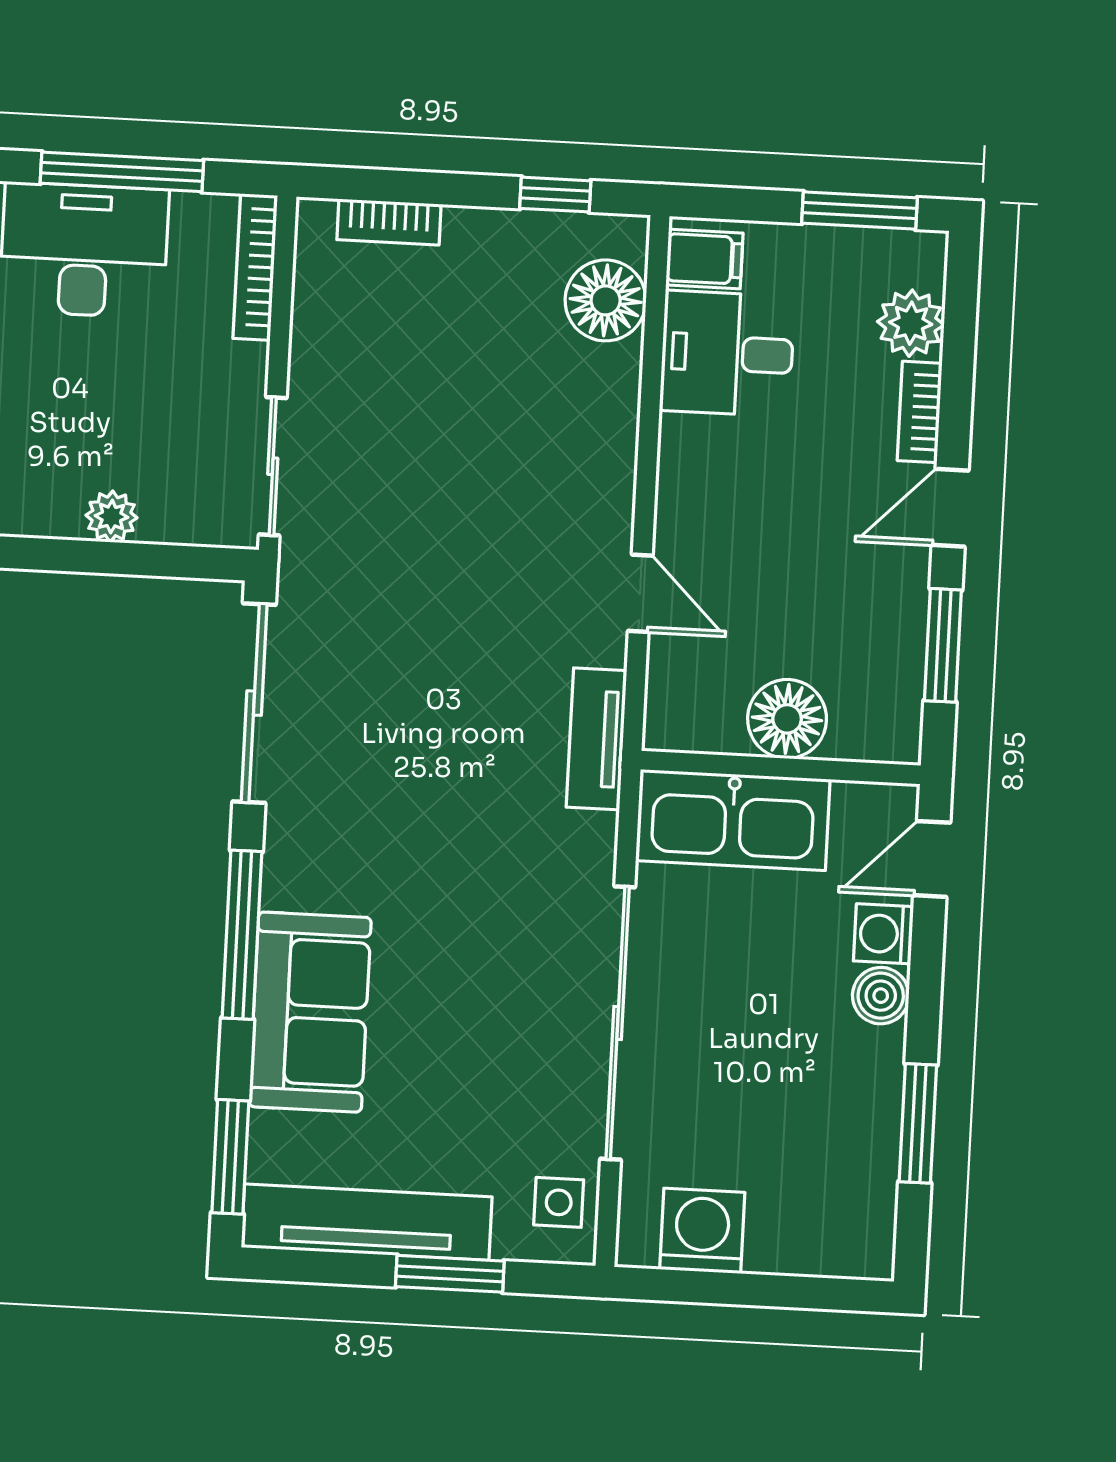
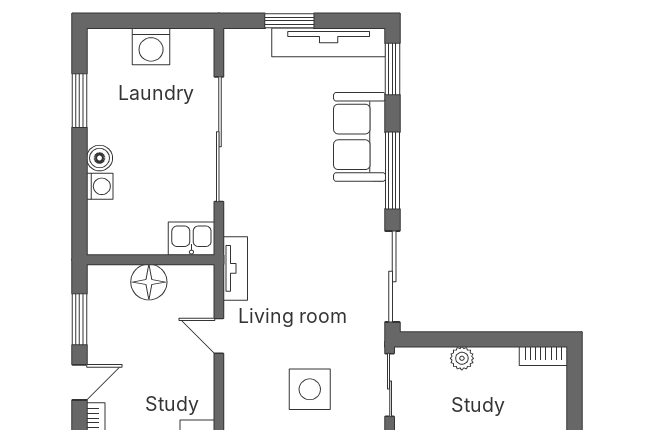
kitchen sink: (733, 820) -> (191, 239), width x0.53, depth x0.81
door: (932, 859) -> (79, 222), removed
side table: (559, 1202) -> (310, 389), moved, width x1.87, depth x1.87
washing machine: (702, 1231) -> (151, 46), moved

